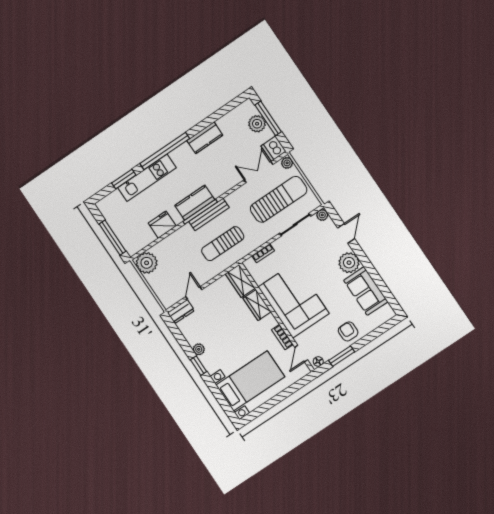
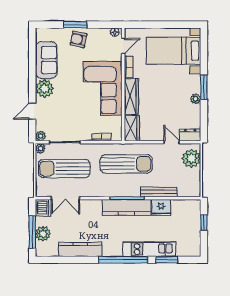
kitchen counter: (205, 138) -> (80, 249), width x1.50
plant: (287, 163) -> (40, 148), moved
kitchen counter: (195, 203) -> (127, 207), width x1.50
bench: (209, 214) -> (159, 192), moved
window: (113, 238) -> (204, 223), width x0.46
sun lounger: (223, 244) -> (126, 164), width x1.36, depth x1.34
plant: (147, 263) -> (191, 158), moved
door: (194, 293) -> (172, 142), swing flipped
wardrobe: (257, 305) -> (131, 97), width x1.50
armchair: (348, 331) -> (79, 39), turned 102
window: (342, 356) -> (75, 25), moved
window: (198, 366) -> (204, 87), width x1.50

